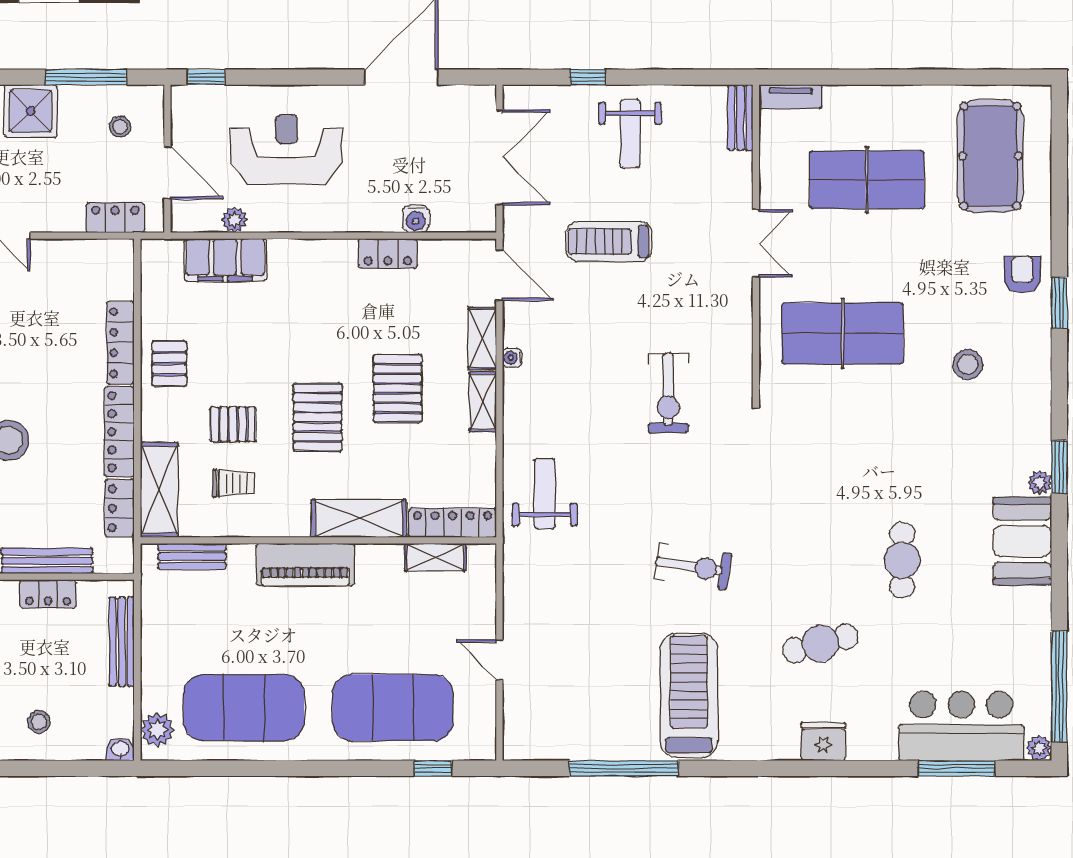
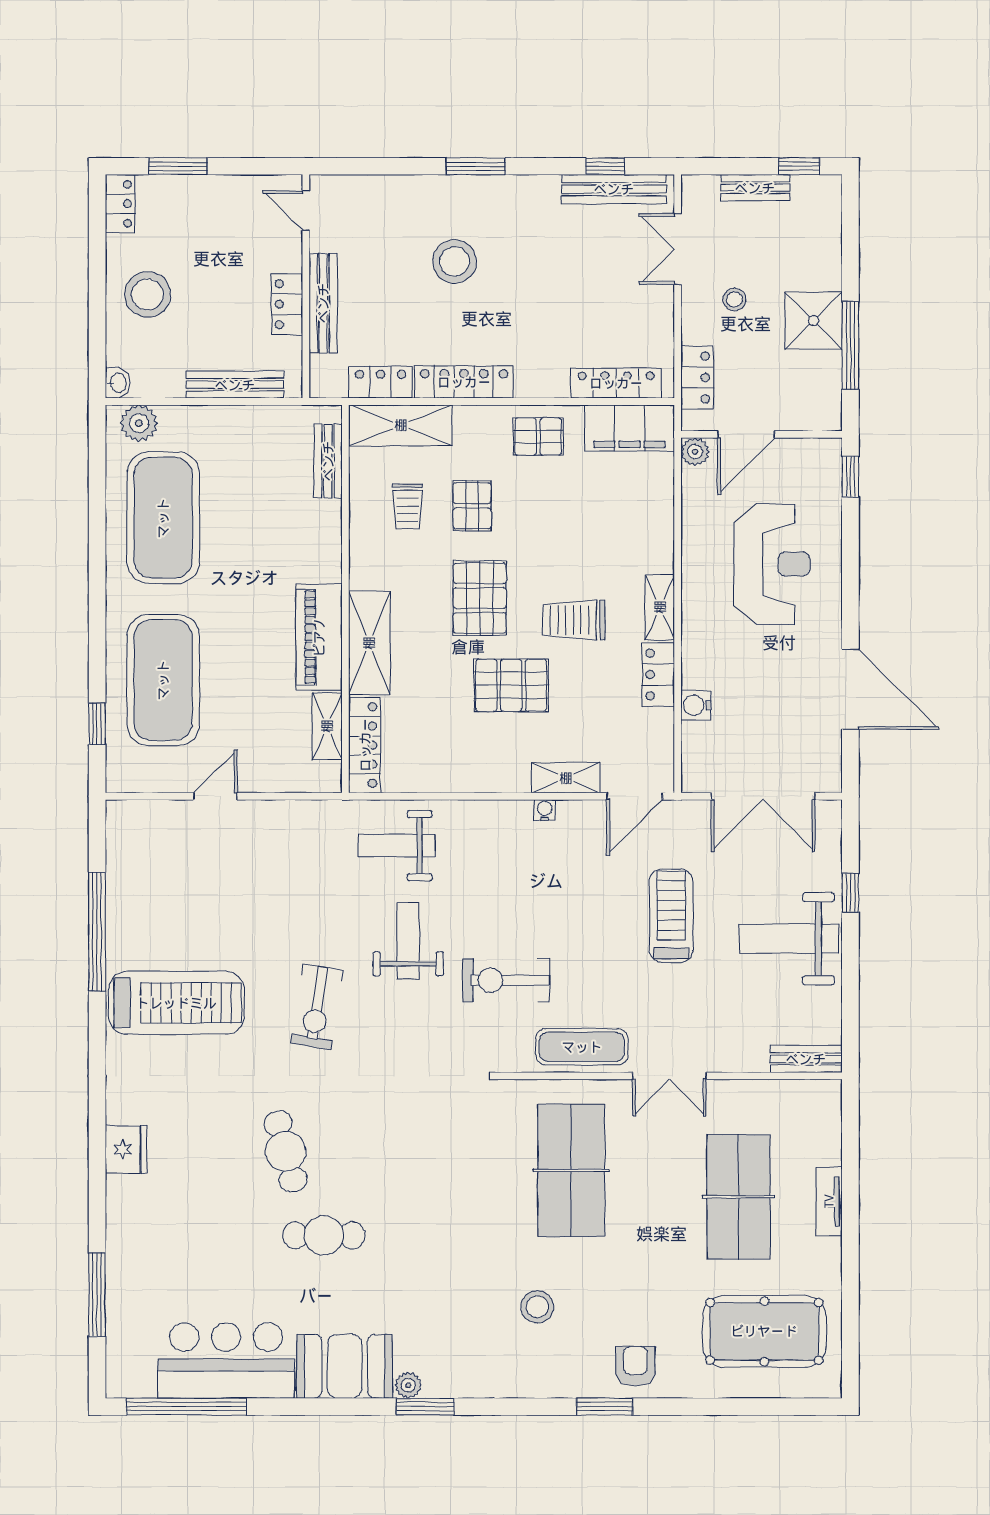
tv unit: (791, 97) -> (829, 1201), moved
shower: (31, 111) -> (813, 321), moved
stool: (120, 127) -> (734, 300), moved
weight bench: (630, 134) -> (789, 939), width x1.36, depth x1.33
plant: (235, 220) -> (695, 452), moved
filing cabinet: (225, 260) -> (630, 428), moved, turned -90
armchair: (1022, 274) -> (635, 1366), turned -90
exercise mat: (729, 324) -> (582, 1047), added
trolley: (338, 331) -> (574, 620), added
locker: (121, 343) -> (616, 383), moved
shelving: (483, 402) -> (660, 607), moved, turned 90
pallet: (318, 417) -> (480, 598), turned 90
weight bench: (632, 483) -> (408, 941), added
weight bench: (545, 493) -> (397, 846), turned 180
piano: (305, 565) -> (319, 637), moved
cafe table: (820, 643) -> (286, 1151), moved
stool: (39, 722) -> (148, 294), width x1.89, depth x1.89
bar counter: (961, 726) -> (226, 1360), moved, turned -90
plant: (1039, 748) -> (119, 1384), removed

